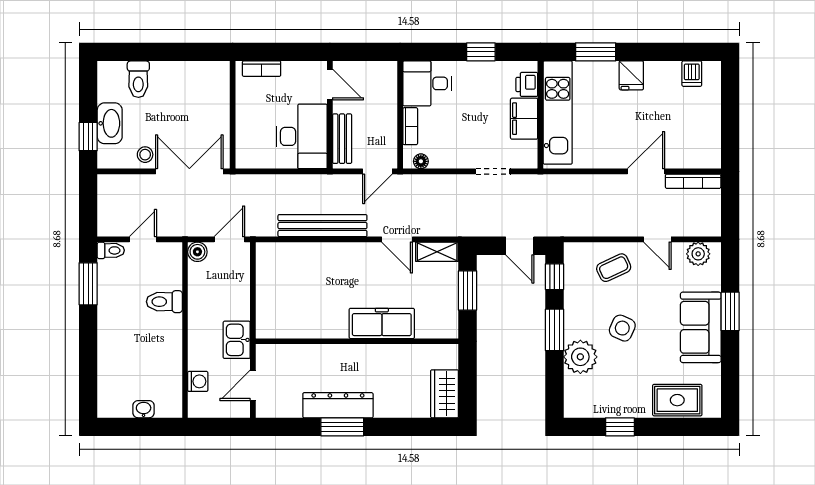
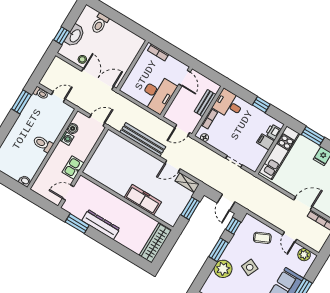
filing cabinet: (524, 119) -> (265, 142), width x0.50
bench: (342, 139) -> (205, 103), moved
door: (397, 239) -> (173, 166), hinge flipped
boiler: (197, 252) -> (73, 128), moved
toilet: (164, 302) -> (43, 144), moved
washing machine: (198, 381) -> (67, 138), moved
wardrobe: (445, 394) -> (155, 243), width x1.50
washbasin: (144, 409) -> (25, 181), moved
window: (342, 427) -> (77, 224), moved

